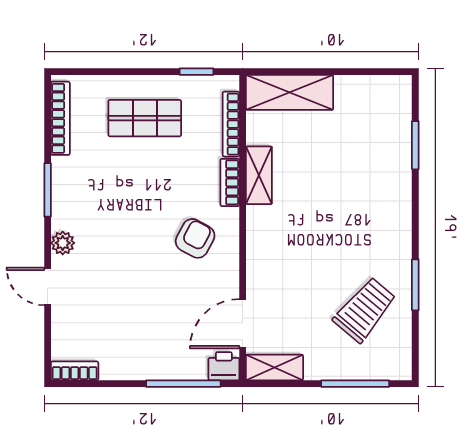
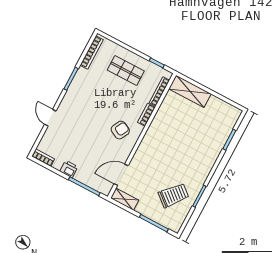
shelving: (259, 175) -> (160, 118), removed
plant: (63, 243) -> (66, 103), removed
printer: (224, 366) -> (69, 169), moved

